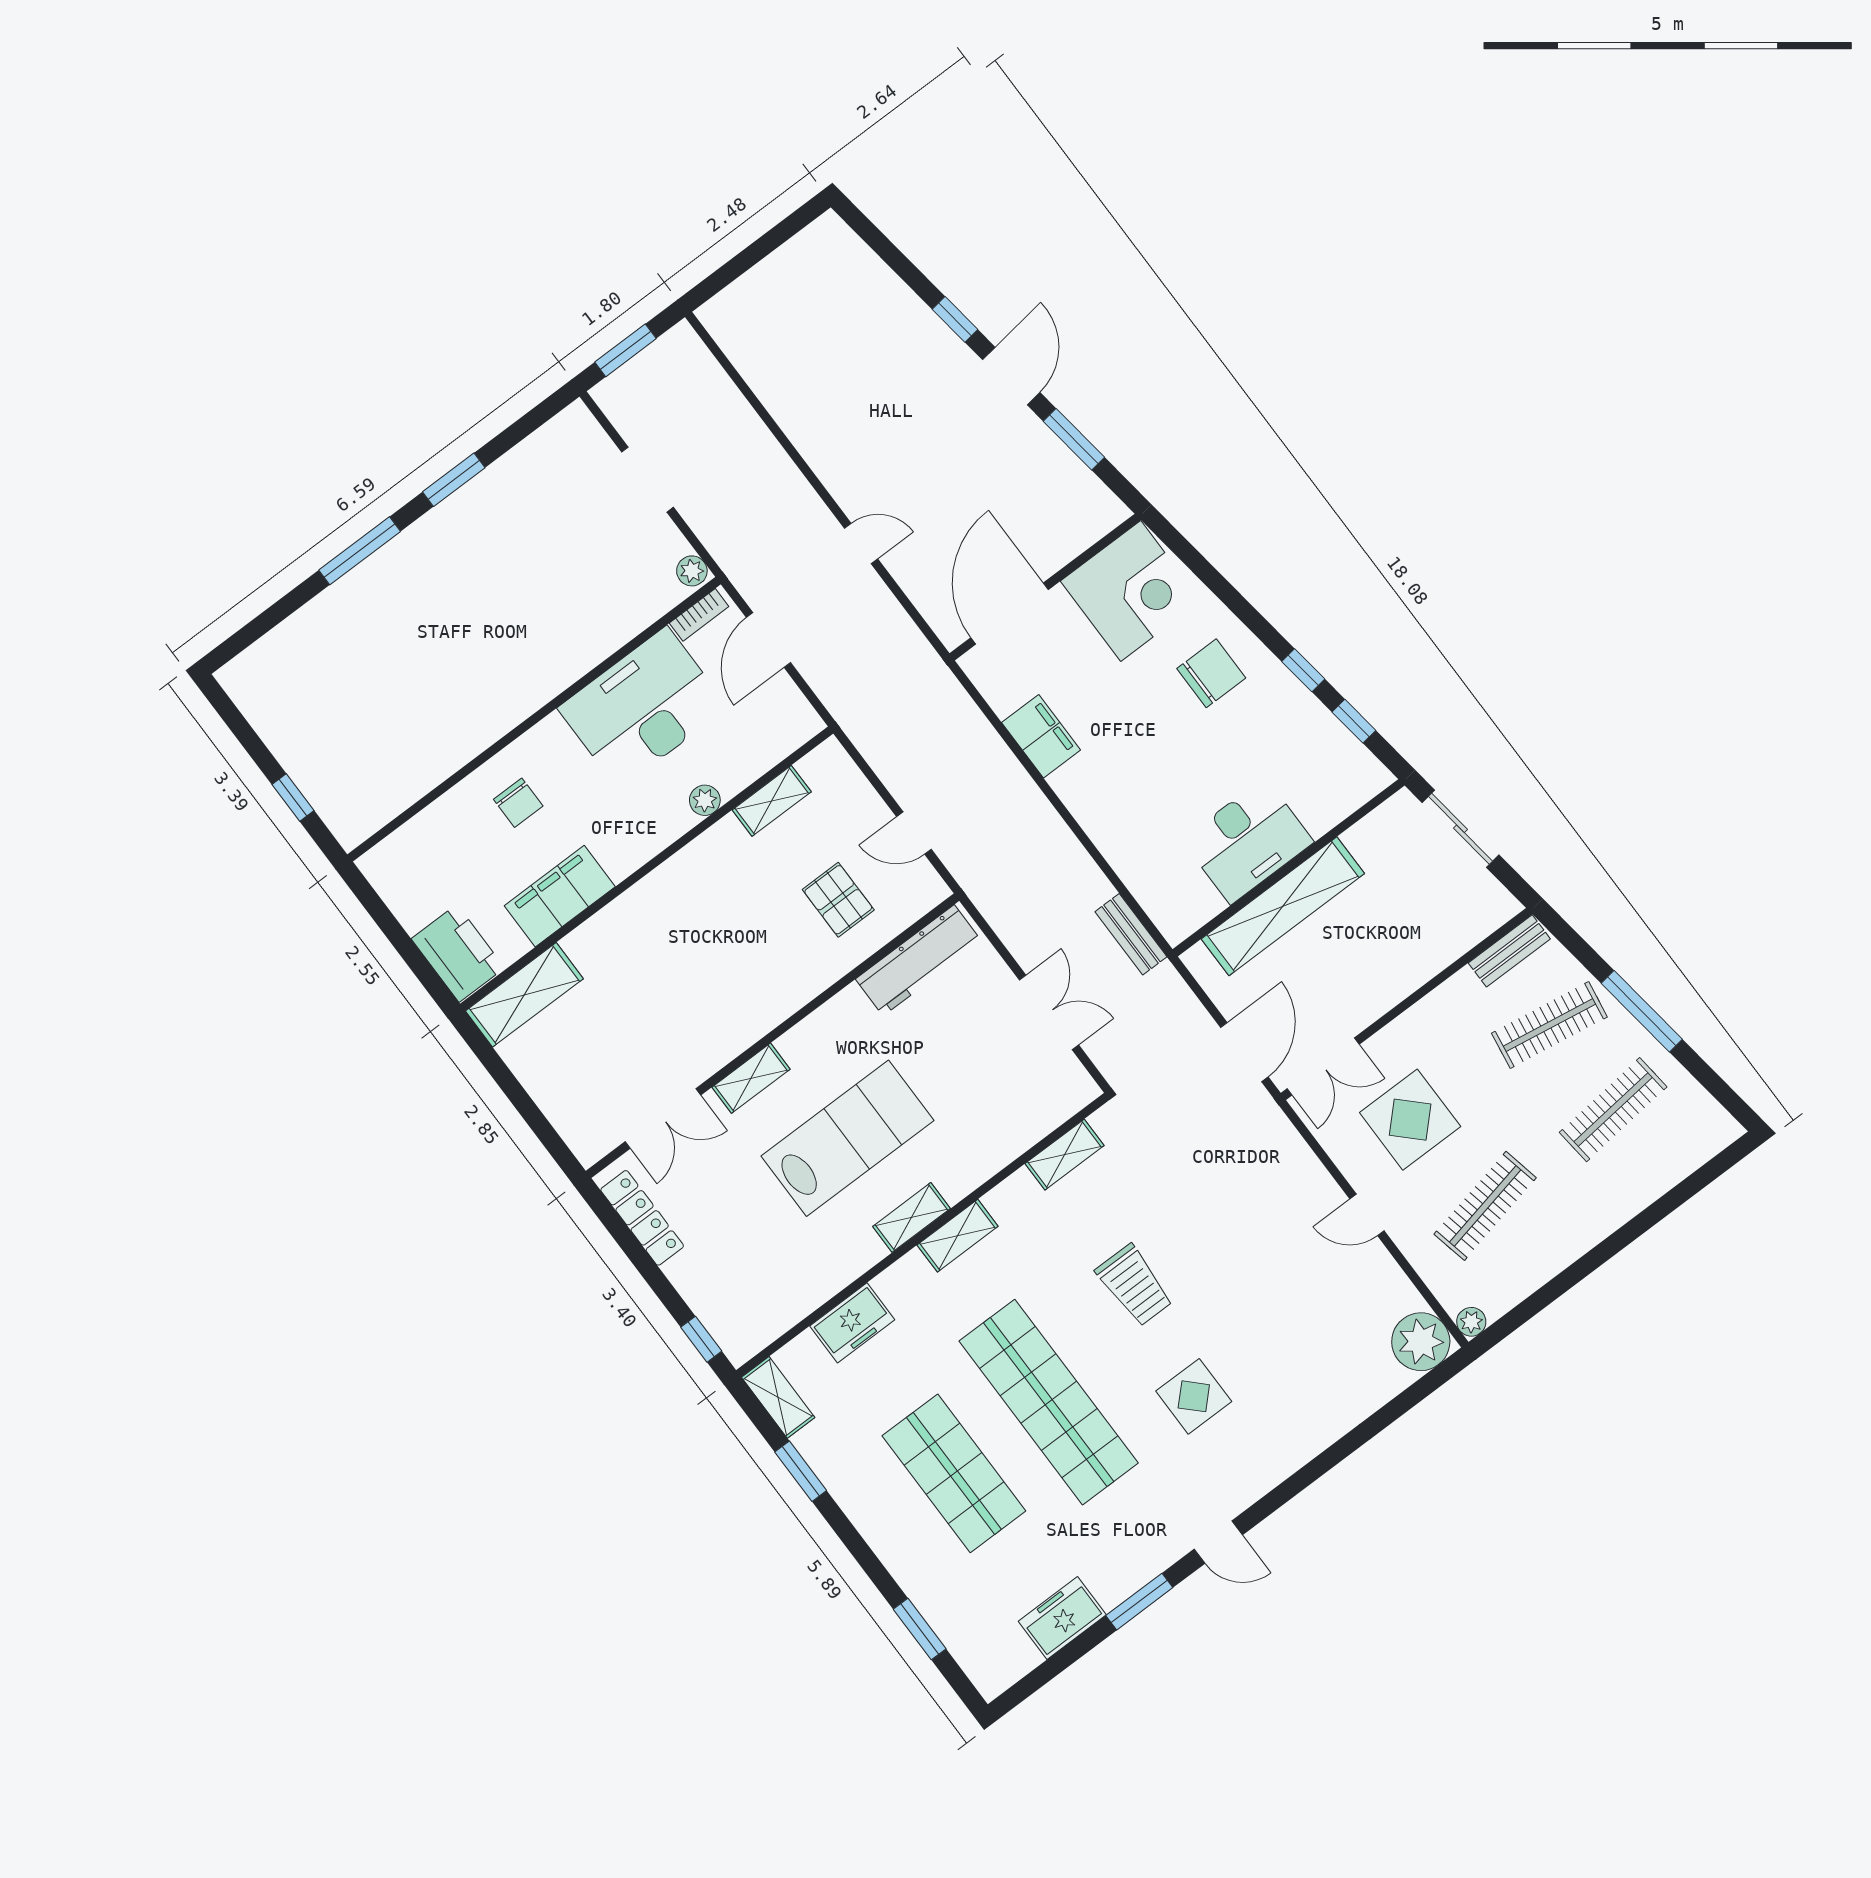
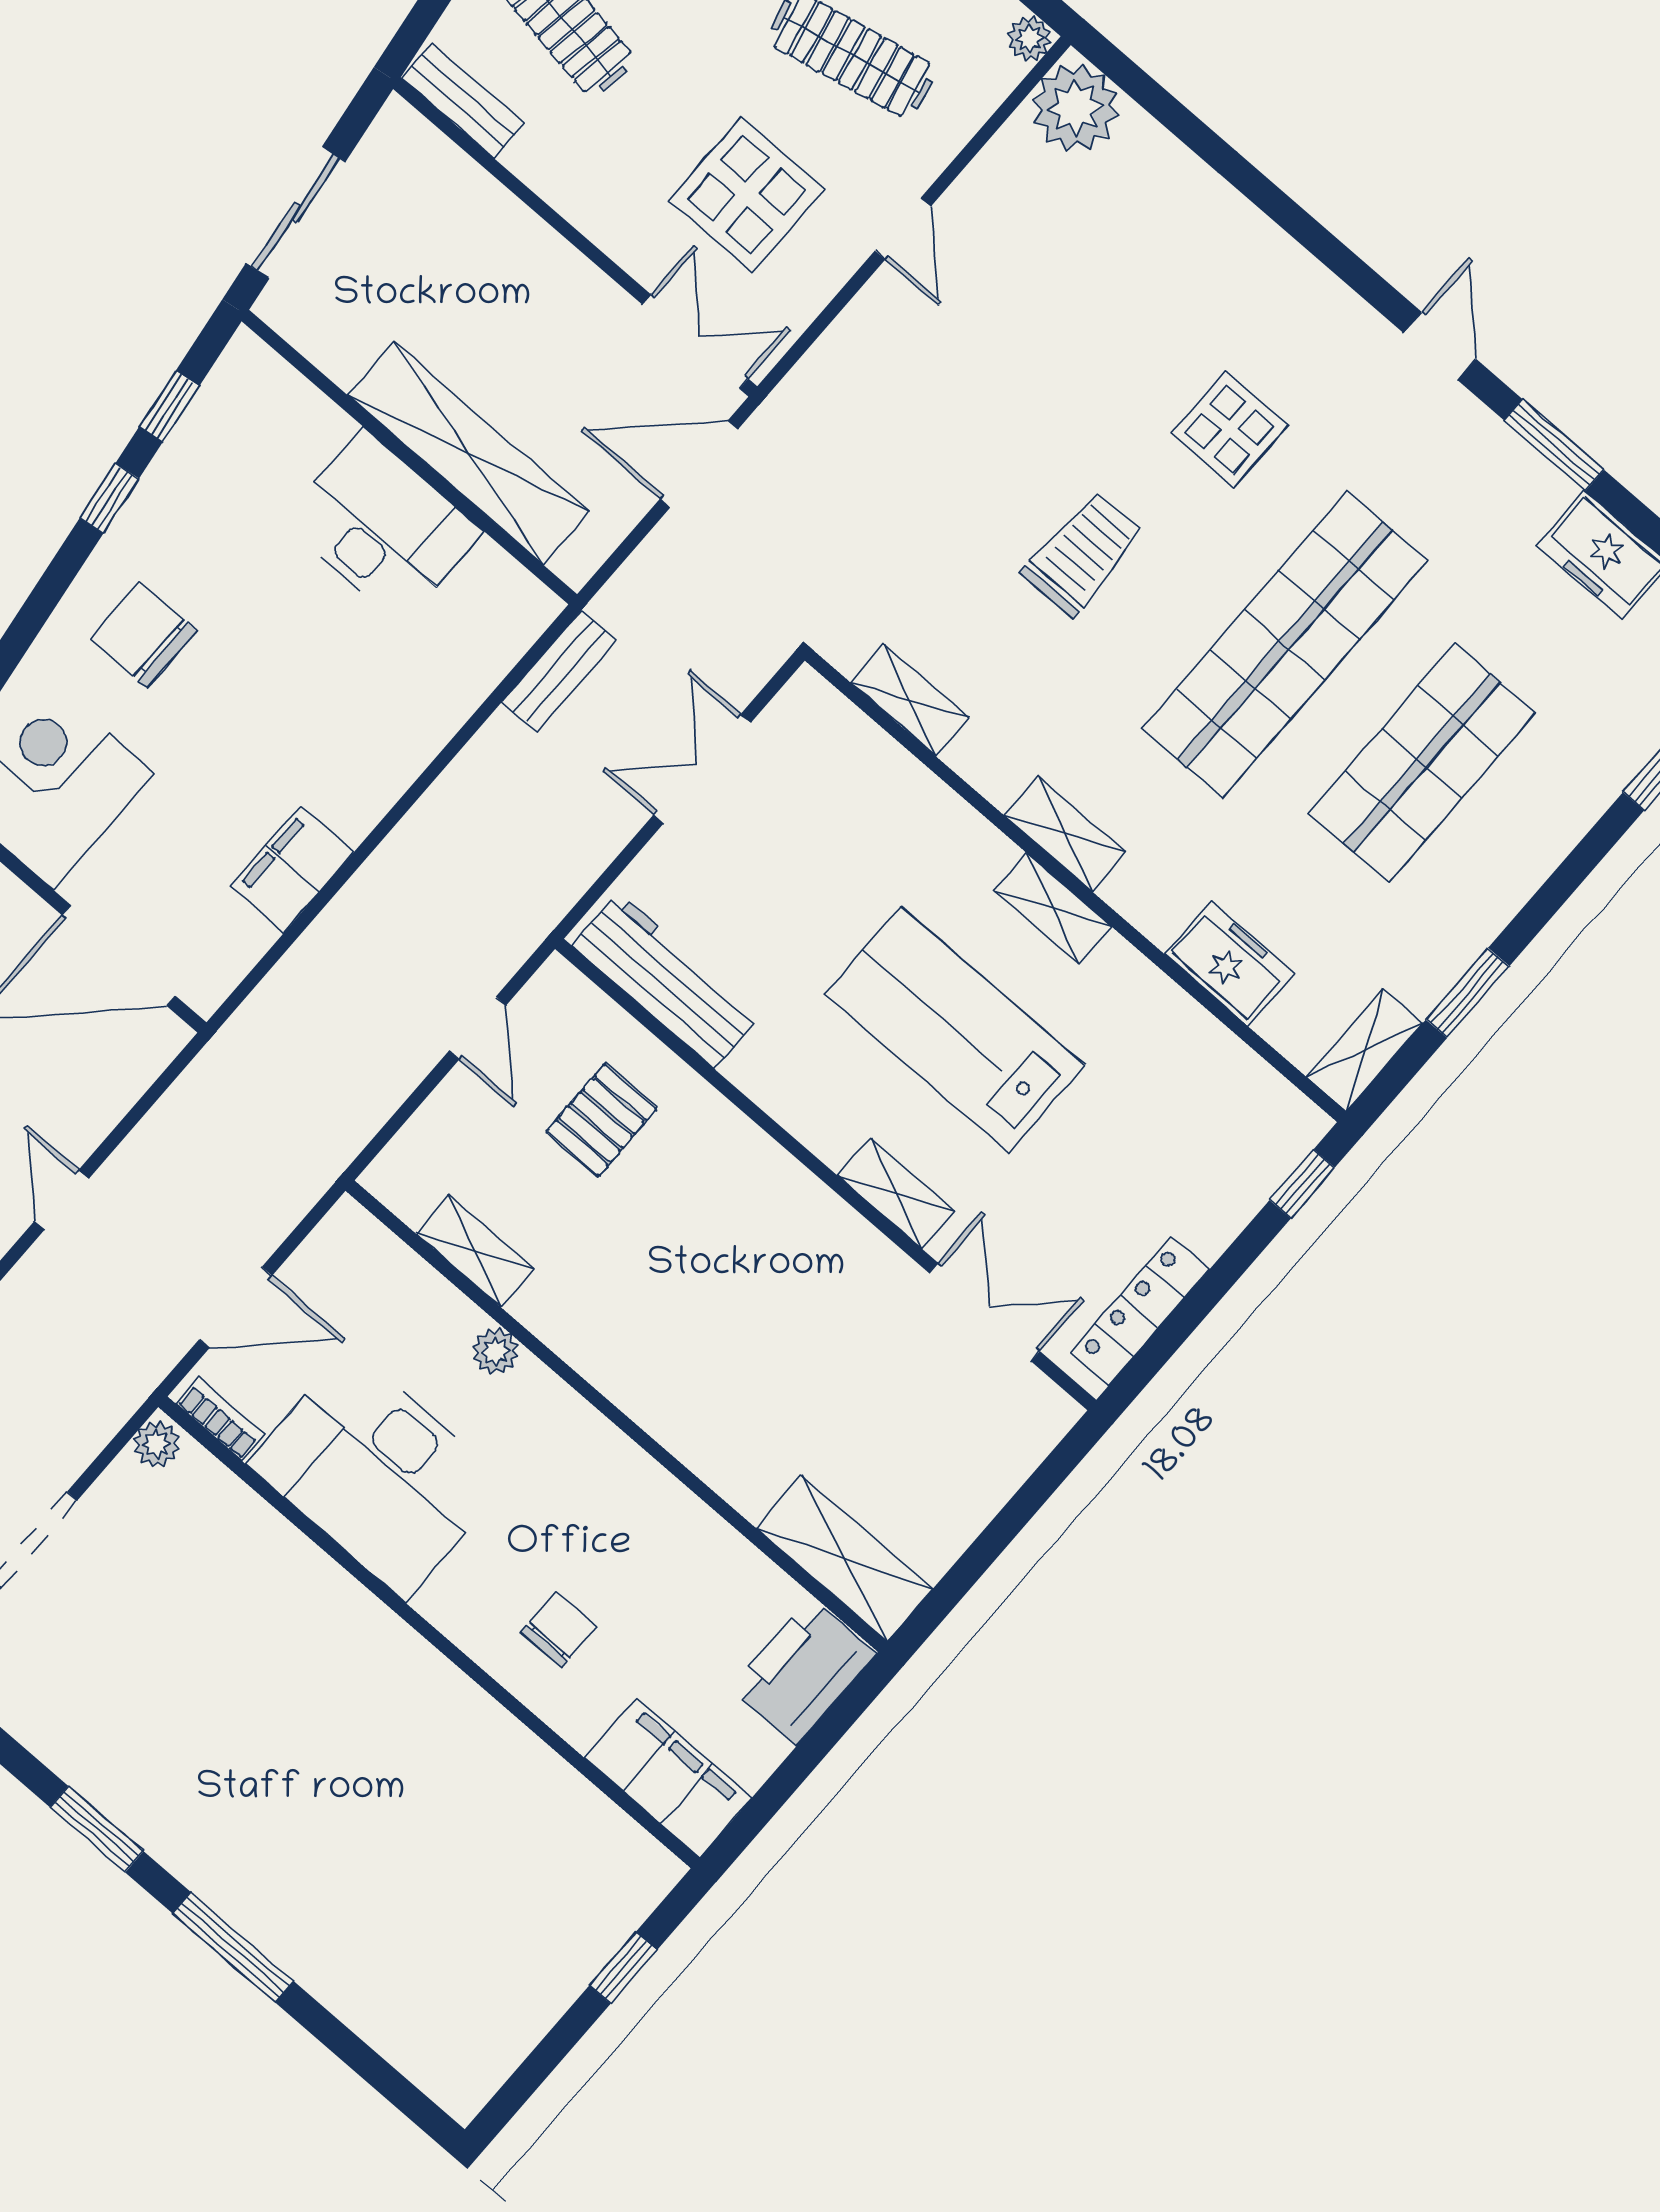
filing cabinet: (560, 896) -> (668, 1778), moved, turned 180

